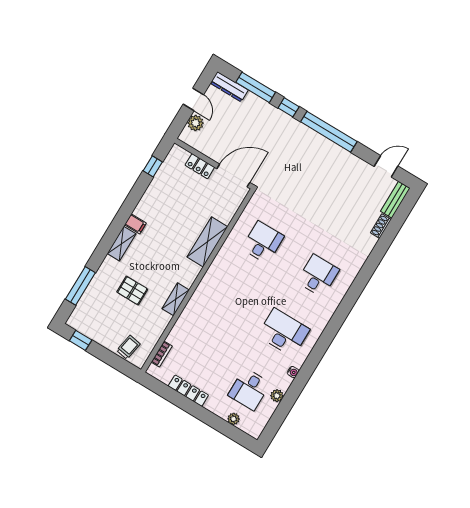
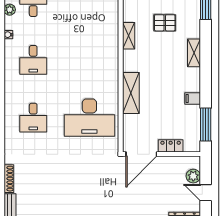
window: (153, 166) -> (206, 124), width x2.17
filing cabinet: (135, 224) -> (193, 99), moved
shoe rack: (381, 226) -> (9, 179), width x1.43
desk: (263, 242) -> (89, 118), width x1.87, depth x1.30
desk: (284, 332) -> (33, 60), width x0.73

